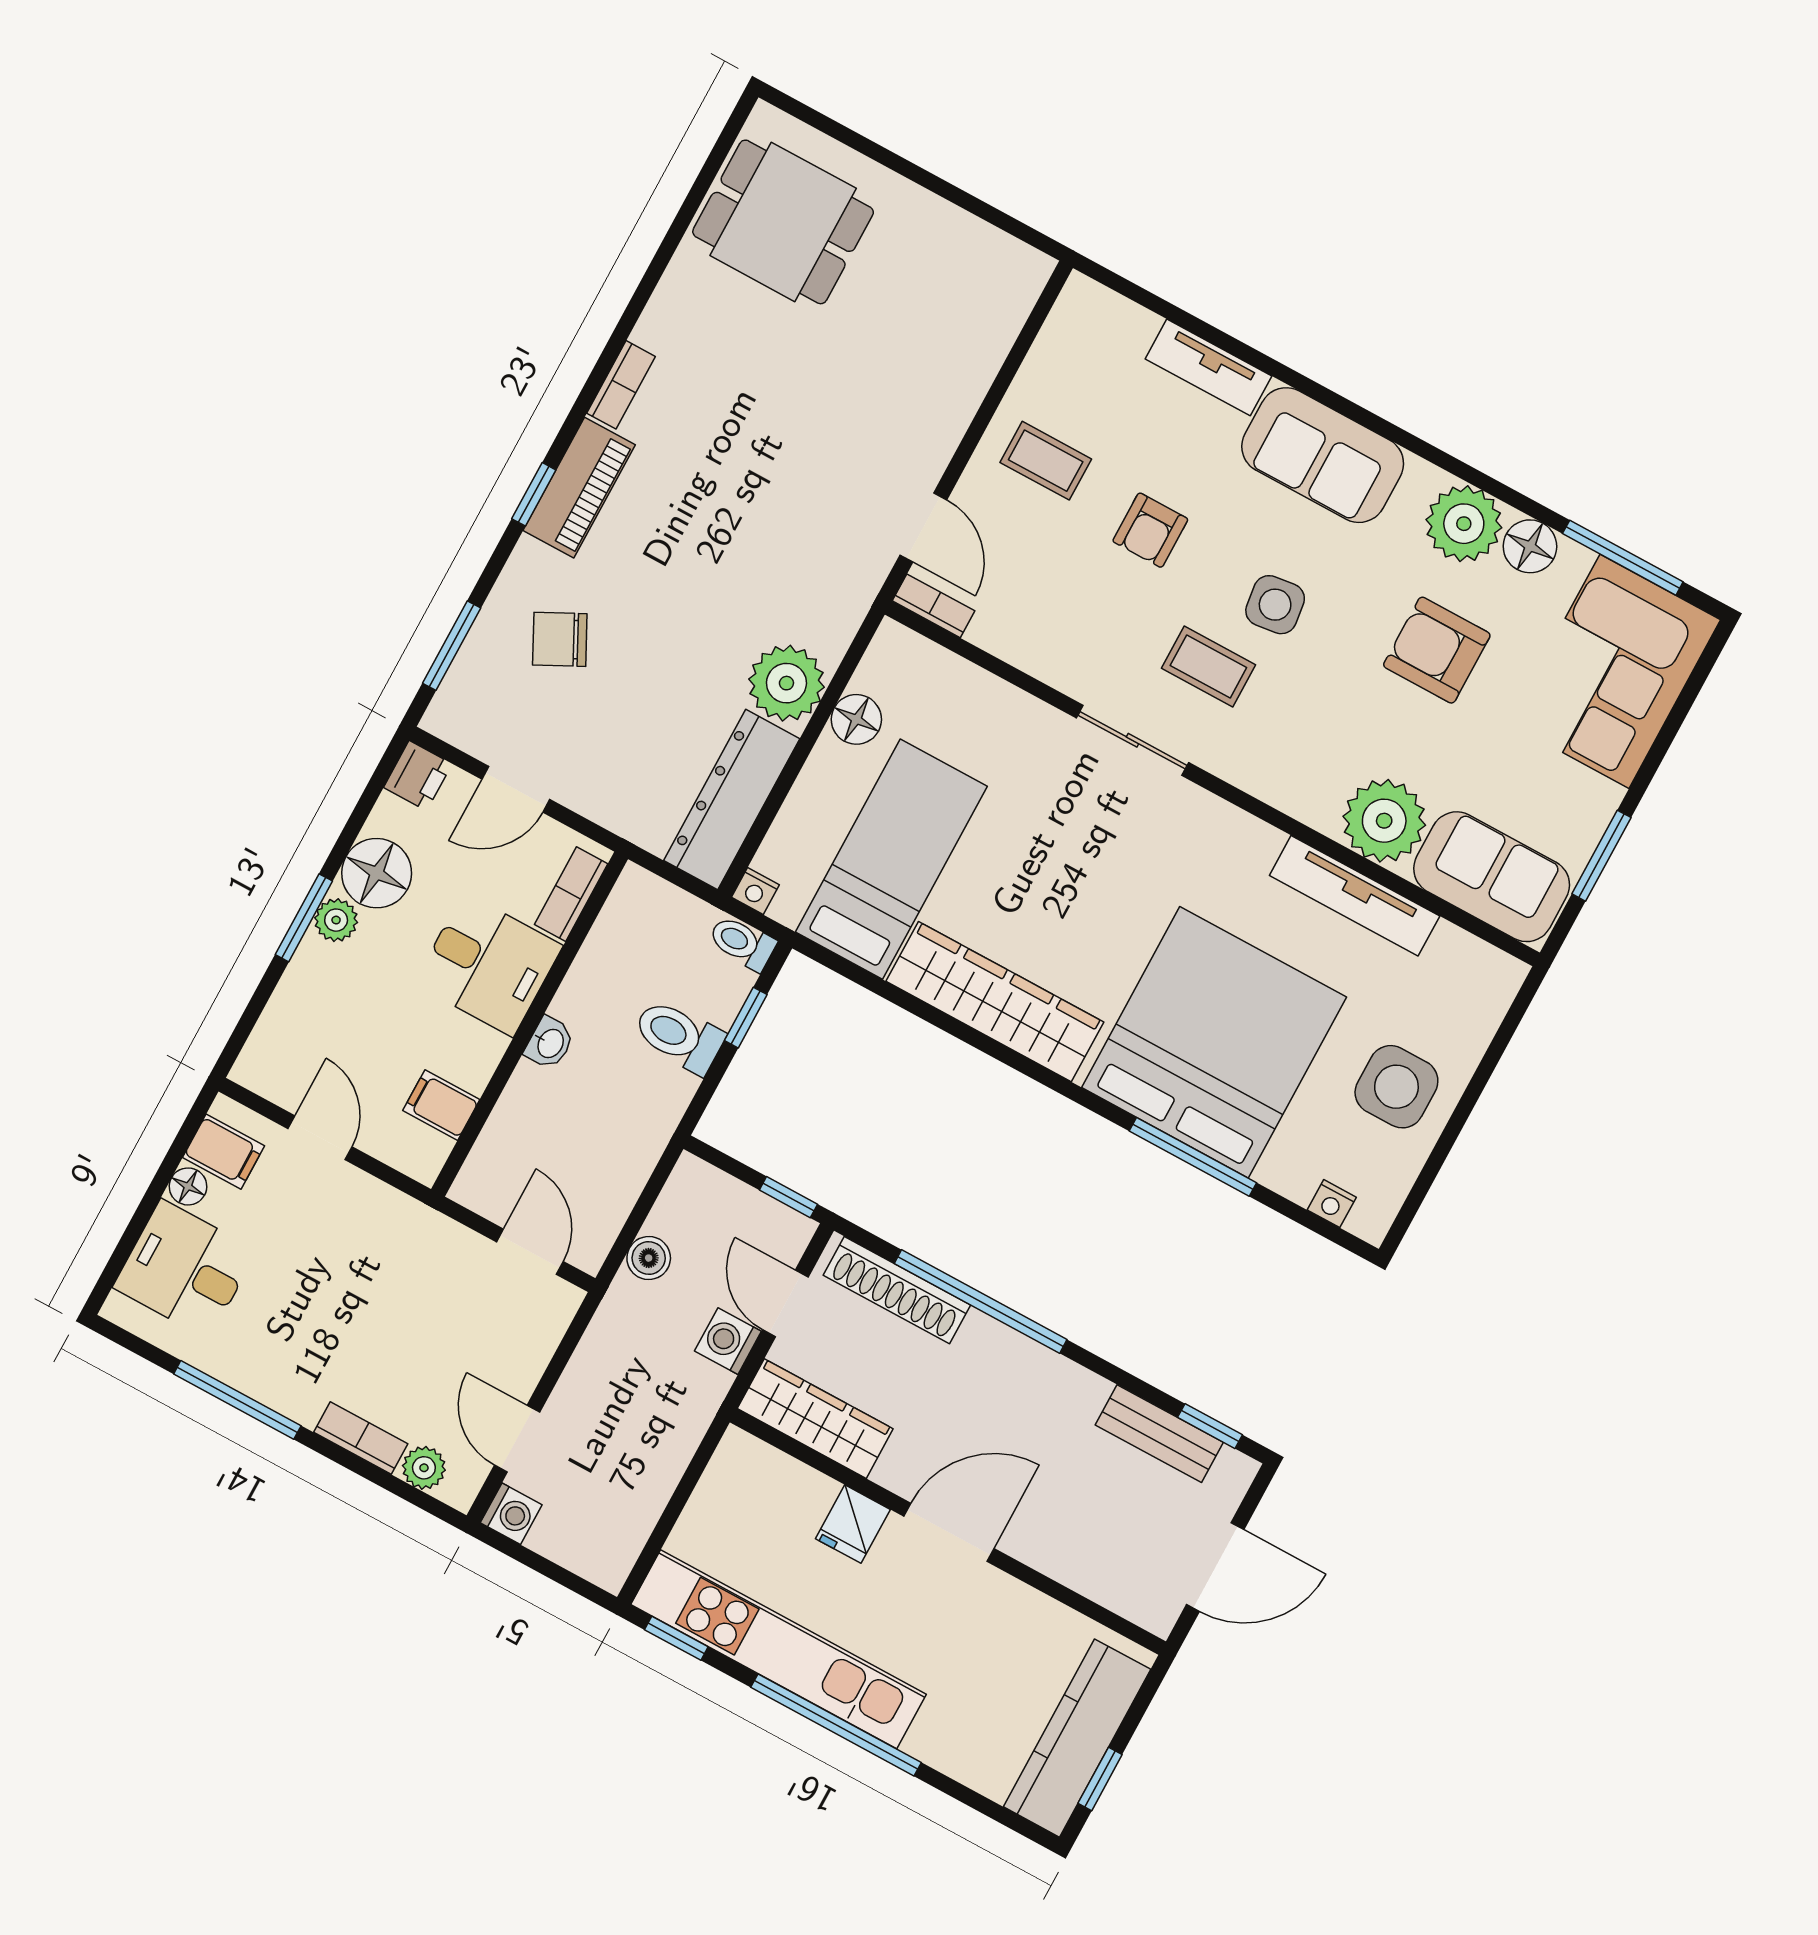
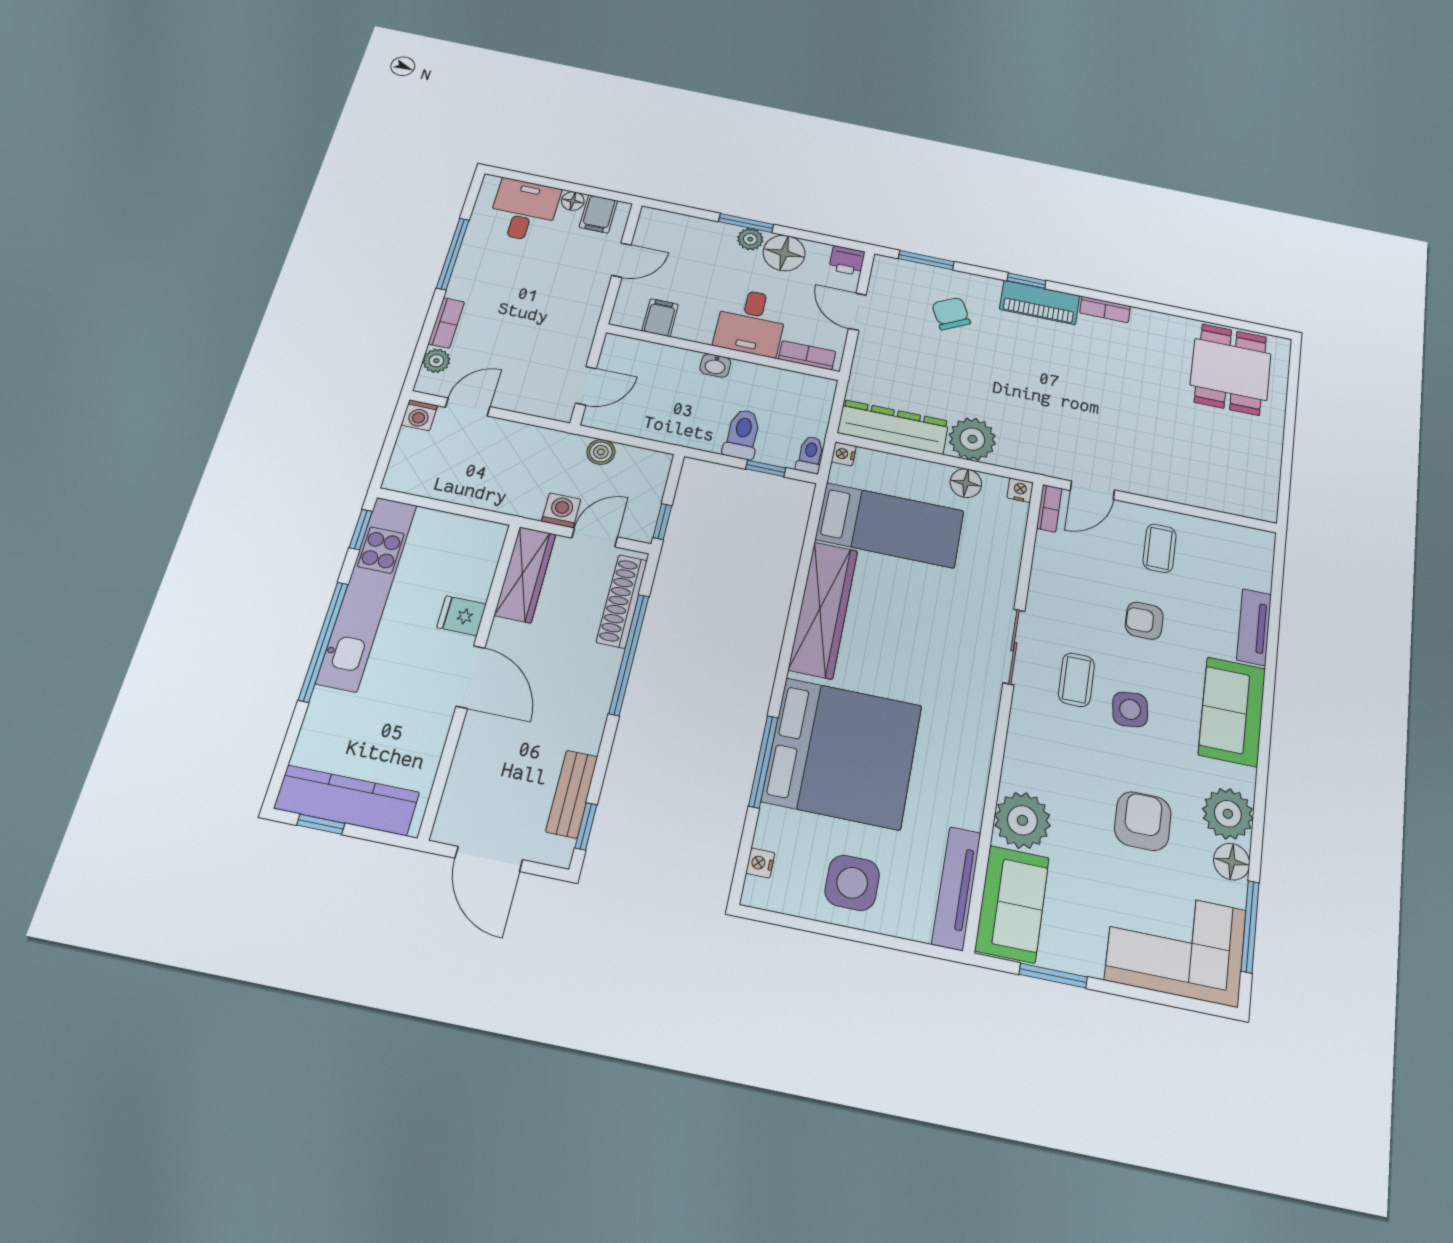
nightstand: (892, 640) -> (1020, 490), added
tv unit: (1355, 896) -> (956, 888), moved

